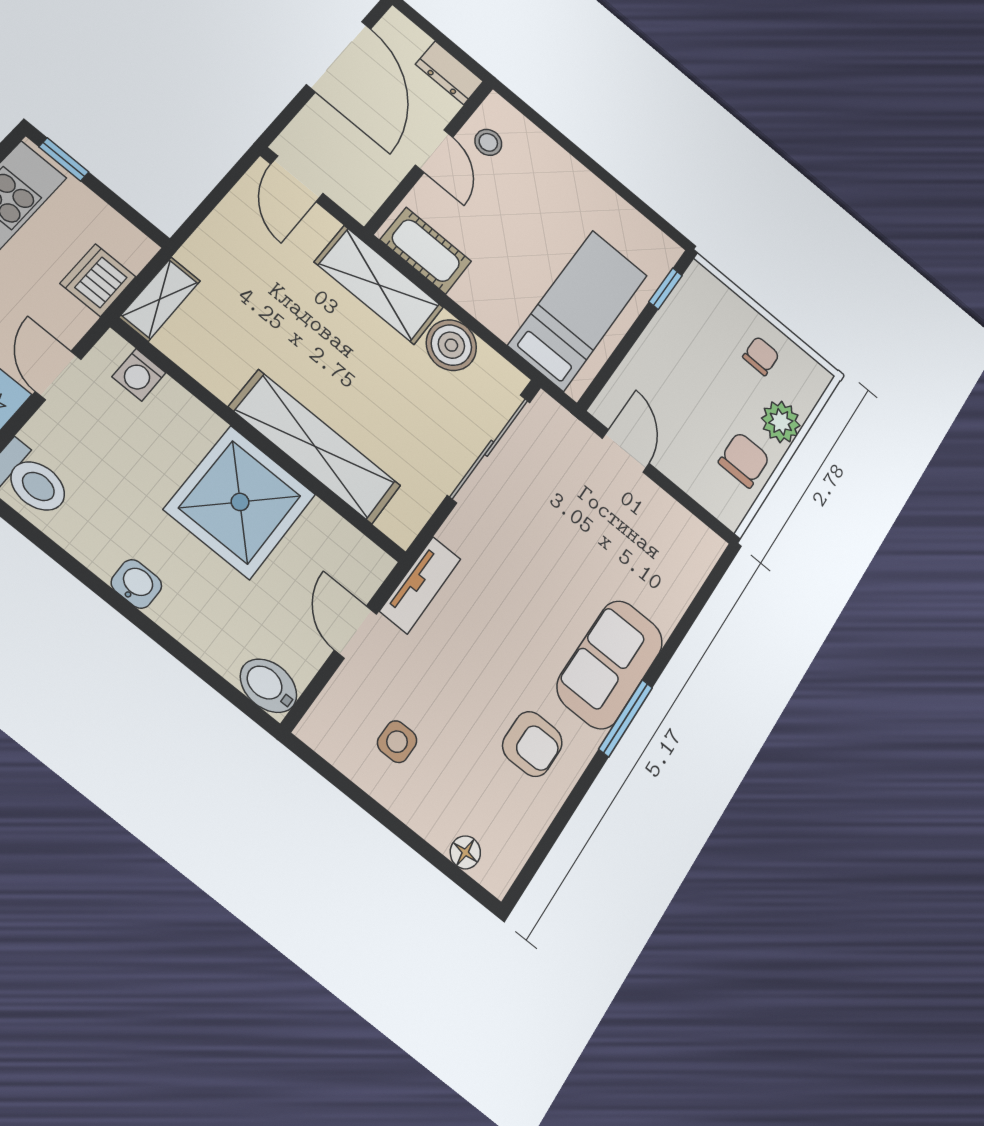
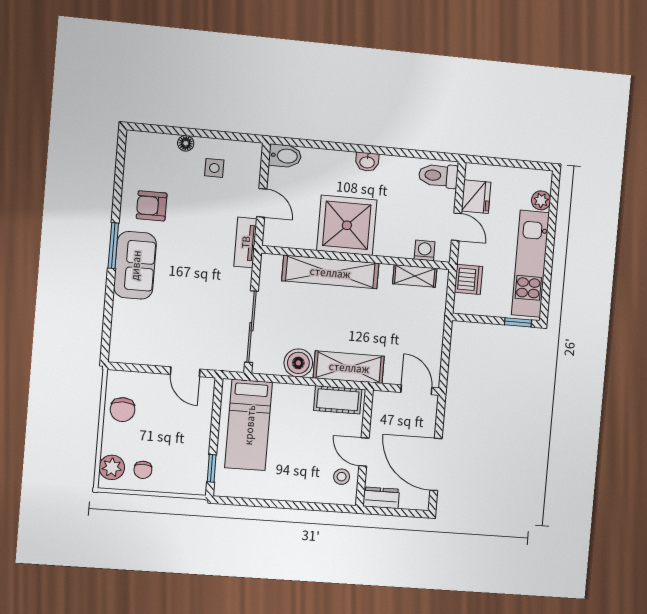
shelving: (160, 299) -> (415, 276), moved, turned 90
plant: (781, 422) -> (112, 467), moved
floor lamp: (465, 852) -> (186, 143), moved

